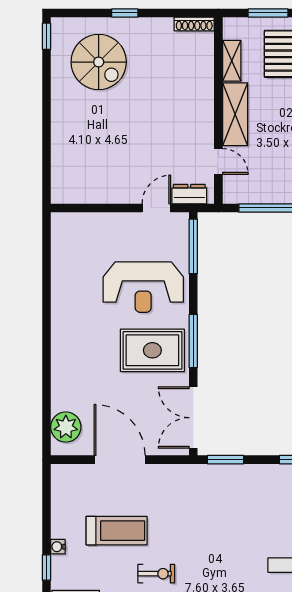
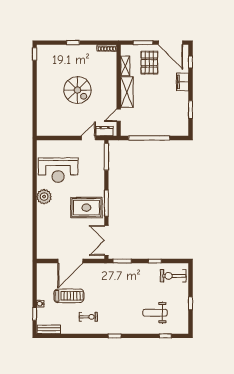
spiral stairs: (99, 62) -> (77, 90), moved
door: (218, 161) -> (119, 115), swing flipped
reception desk: (143, 287) -> (58, 170), moved
plant: (66, 427) -> (44, 197), moved
door: (120, 460) -> (70, 261), swing flipped

